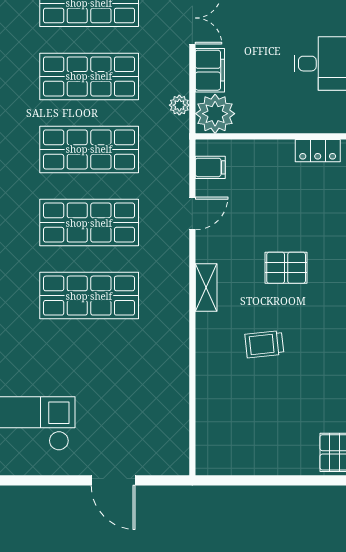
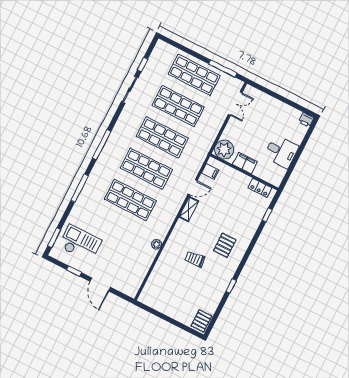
filing cabinet: (210, 70) -> (245, 163), moved, turned -90
plant: (179, 105) -> (157, 244), moved
pallet: (286, 268) -> (225, 245), moved, turned 90
shelving: (206, 287) -> (189, 209), moved
window: (52, 480) -> (74, 271), added

